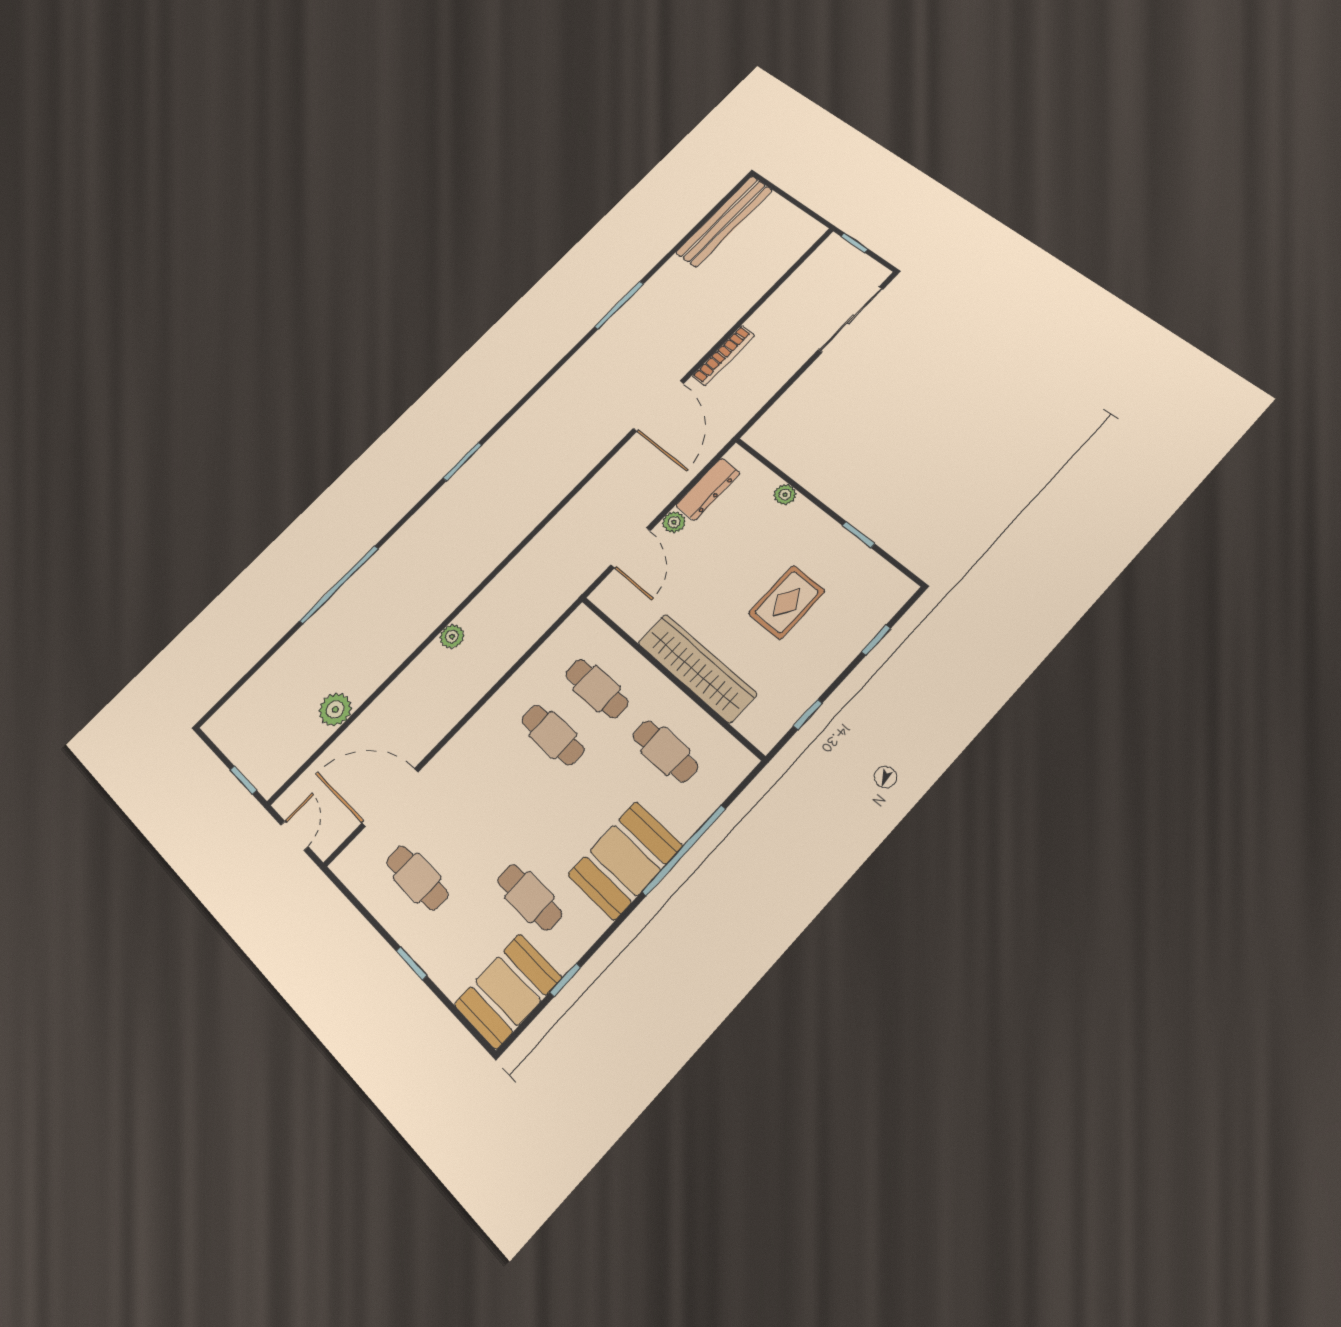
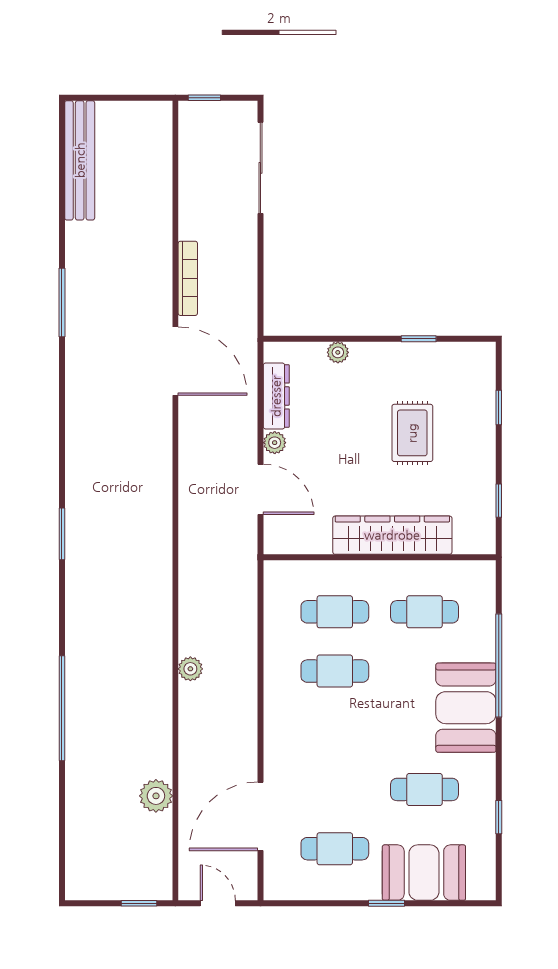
booth: (508, 991) -> (424, 873), moved, turned 90

